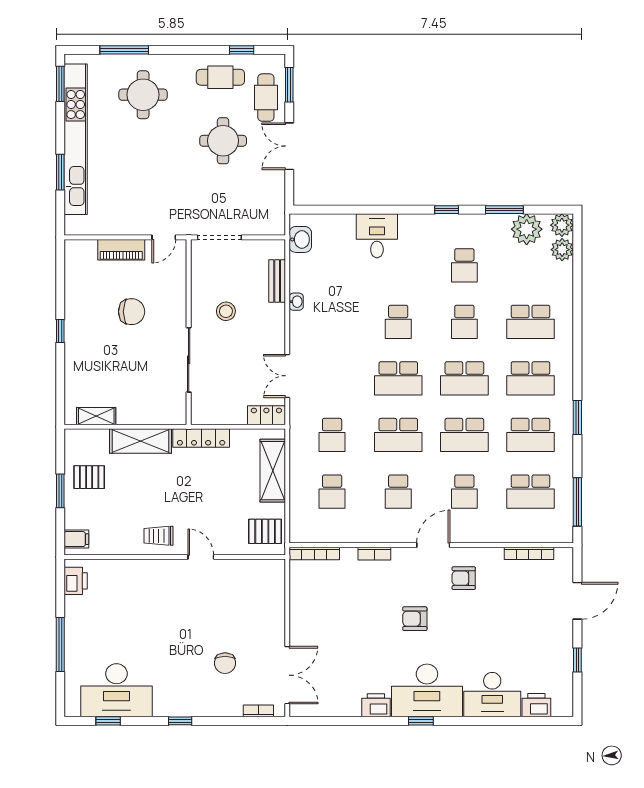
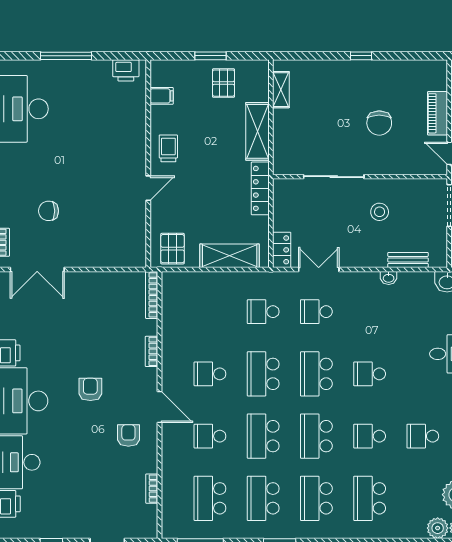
school desk: (332, 492) -> (316, 312), moved
filing cabinet: (76, 539) -> (162, 96), moved, turned -90
bookcase: (529, 553) -> (152, 489), width x0.64

